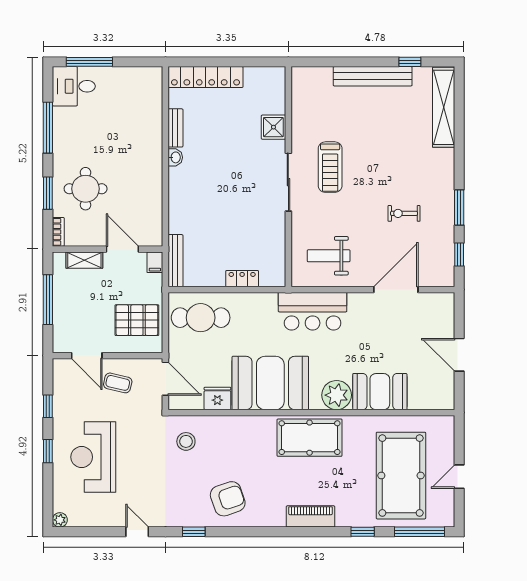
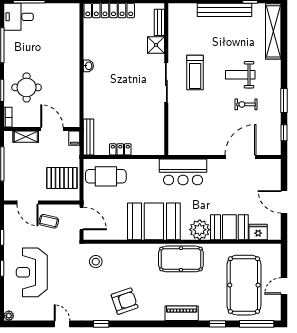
bench: (175, 128) -> (159, 22), moved
weight bench: (329, 256) -> (240, 75), moved
locker: (242, 279) -> (120, 149), moved
fridge: (217, 398) -> (258, 232), moved

